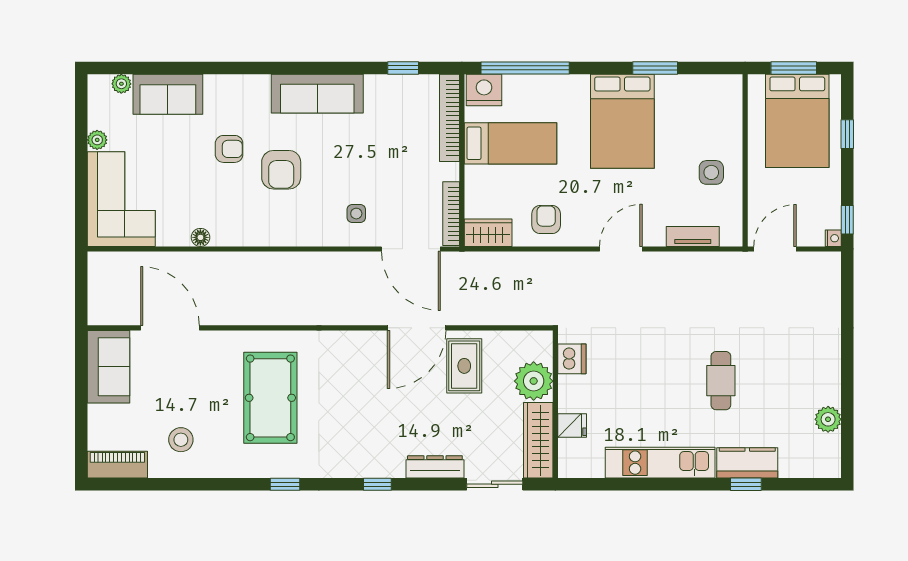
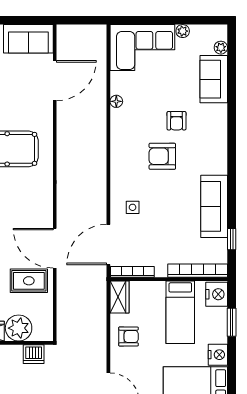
window: (525, 68) -> (232, 322), width x0.47
nightstand: (573, 88) -> (218, 355), added
sofa: (317, 94) -> (214, 206), moved

